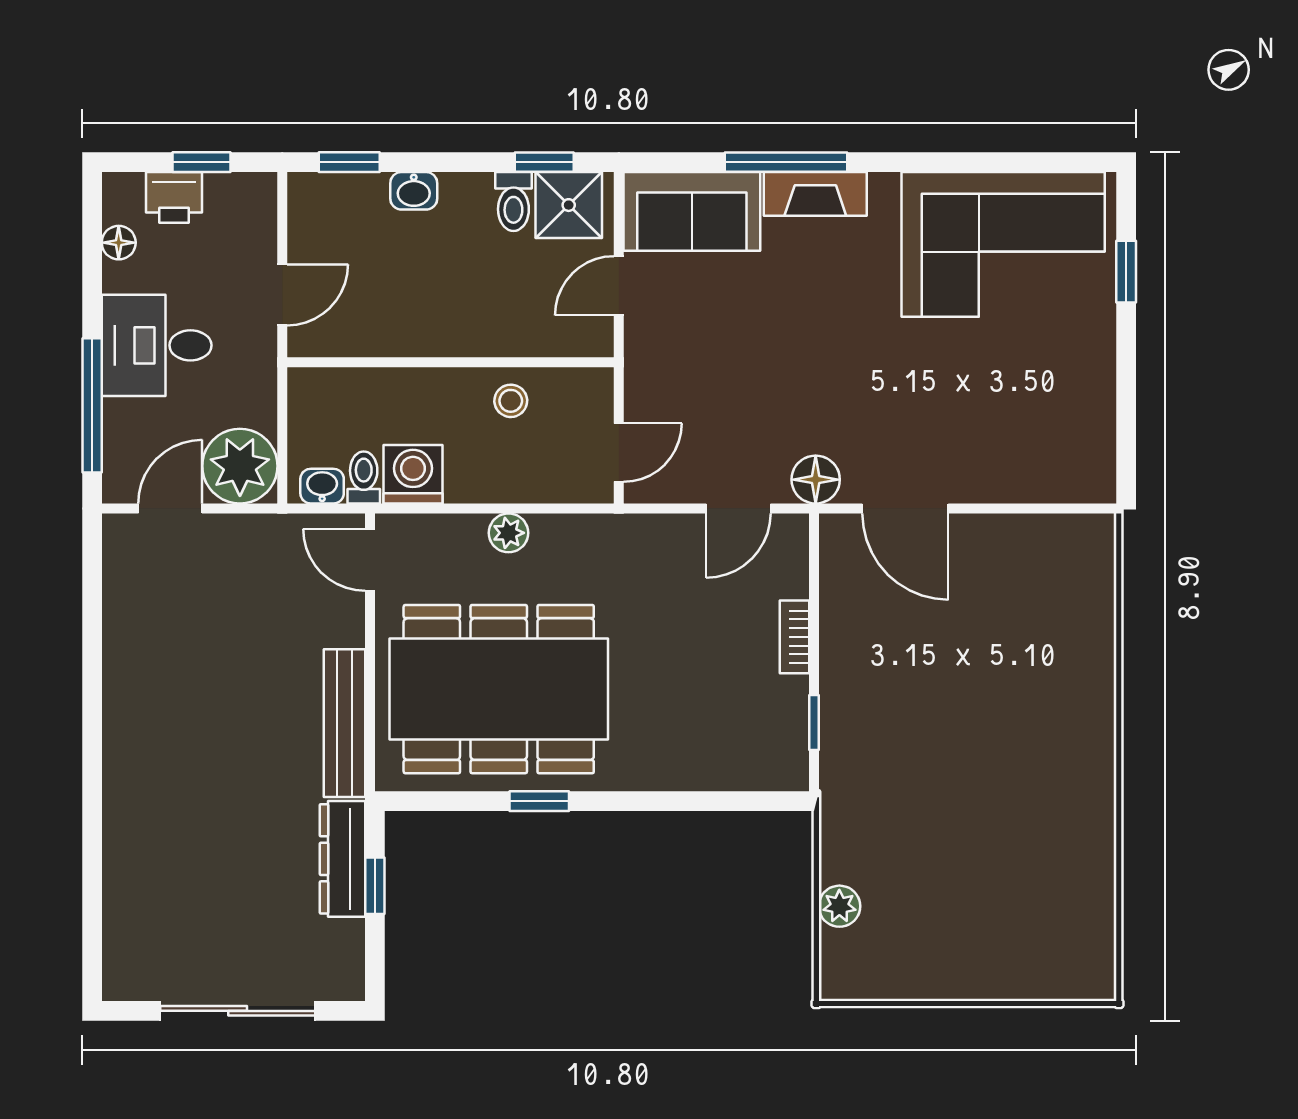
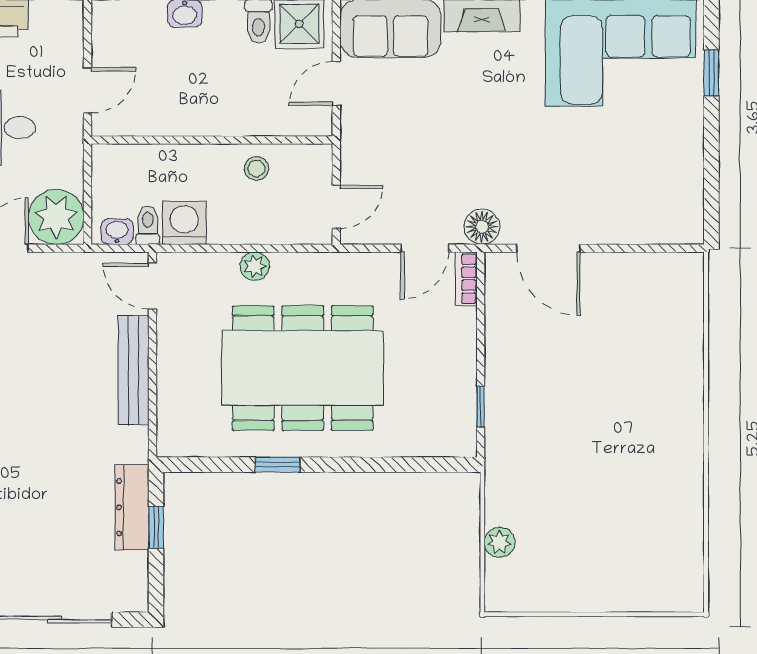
bookcase: (794, 637) -> (466, 279), moved
dining table: (499, 689) -> (303, 368), moved
bench: (344, 723) -> (134, 370), moved

